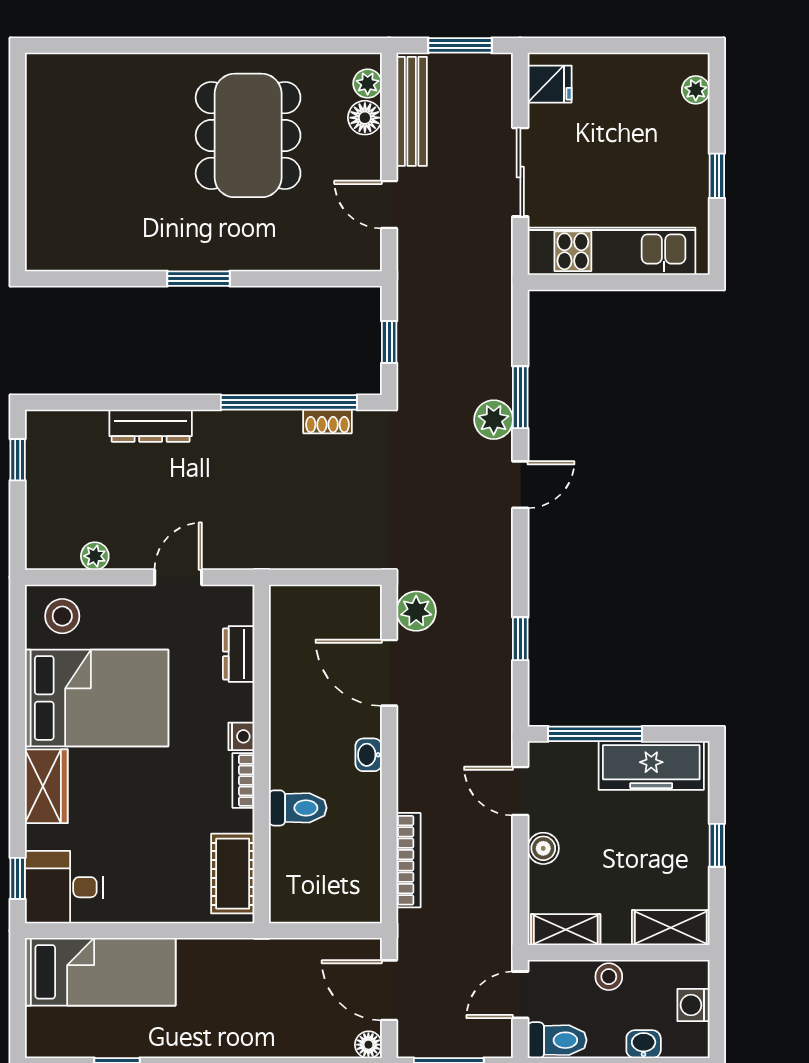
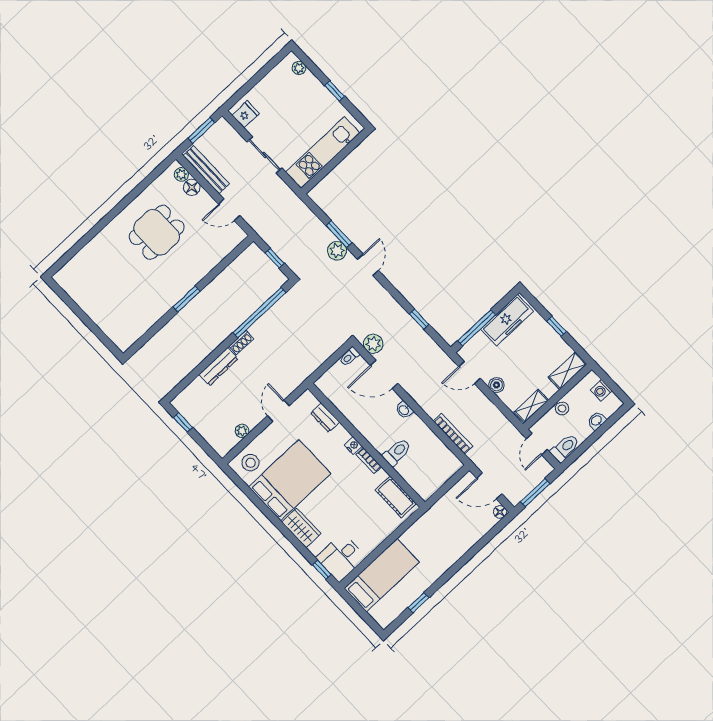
dining table: (248, 135) -> (157, 232), width x0.73
shoe rack: (328, 422) -> (241, 342), moved
toilet: (362, 597) -> (349, 357), added

